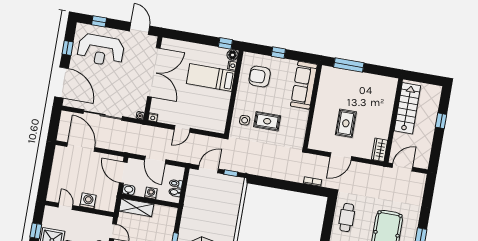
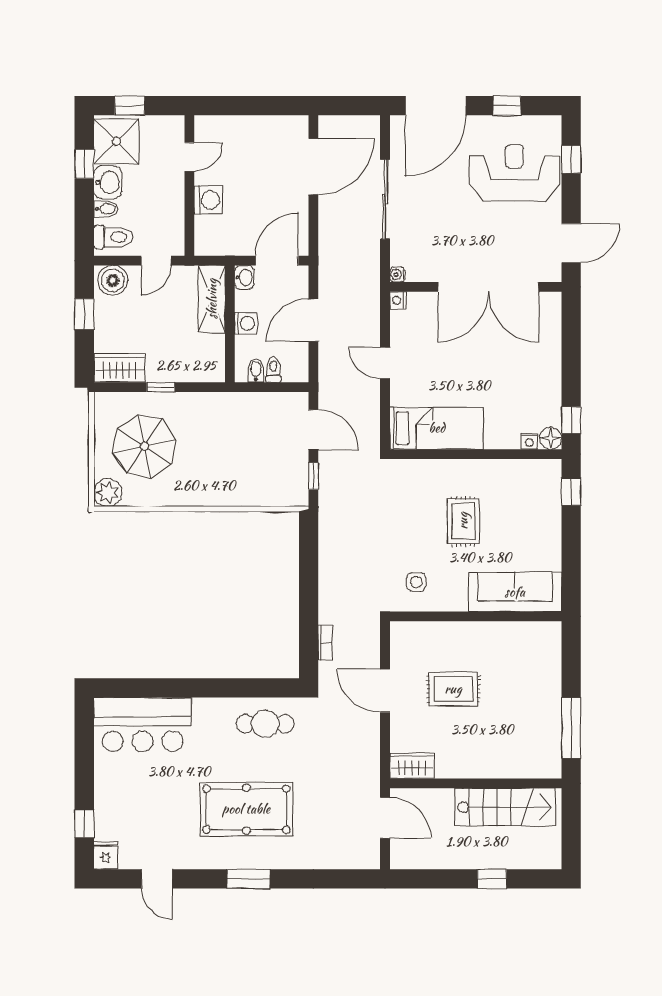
reception desk: (101, 50) -> (514, 173), turned 90
window: (278, 53) -> (571, 492), moved
window: (349, 65) -> (571, 728), moved
armchair: (260, 77) -> (517, 500), removed
bed: (211, 78) -> (437, 428), moved, turned 90
side table: (245, 120) -> (416, 582), moved
rug: (267, 121) -> (463, 521), moved

